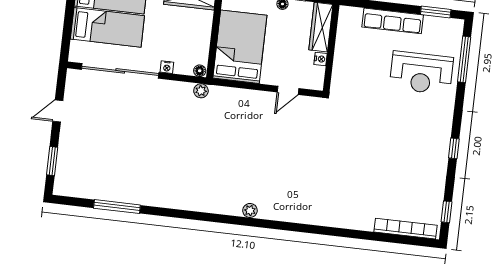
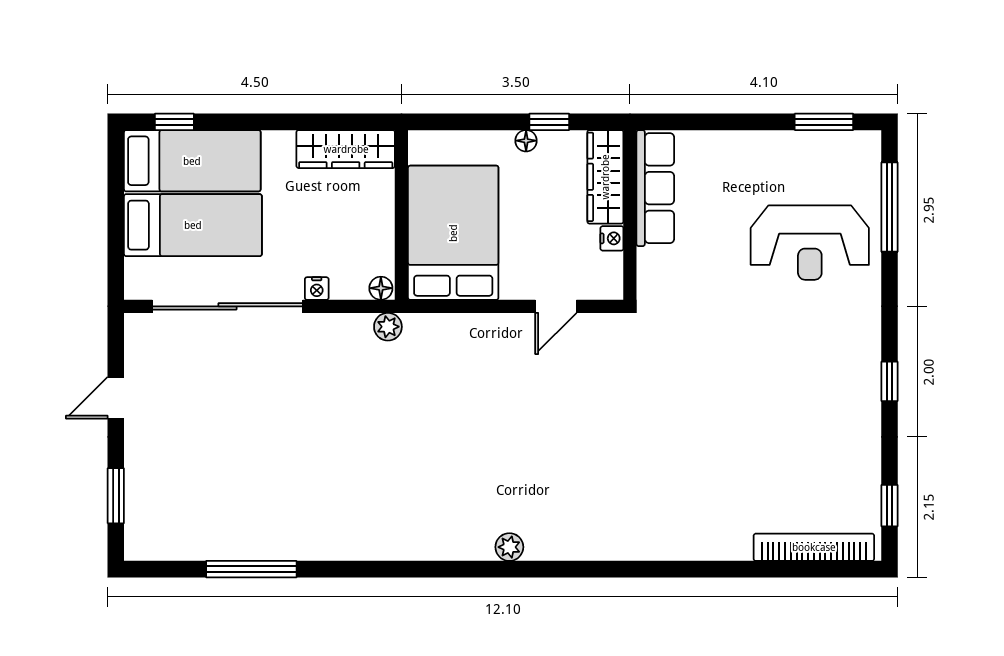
row of seats: (393, 21) -> (655, 188), moved, turned -90

